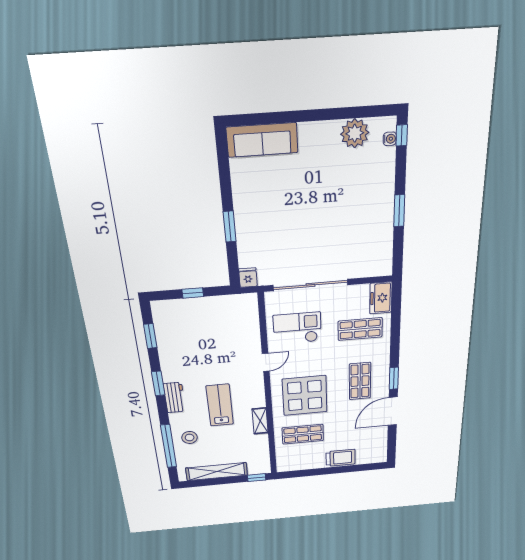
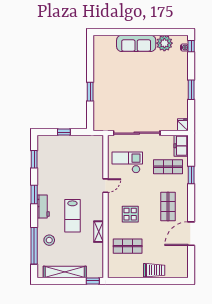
sofa: (262, 140) -> (136, 43), moved
fridge: (248, 278) -> (183, 125), moved
window: (394, 378) -> (191, 175), moved
display table: (305, 396) -> (130, 214), width x0.54, depth x0.54
lab bench: (220, 405) -> (72, 216), turned 180

